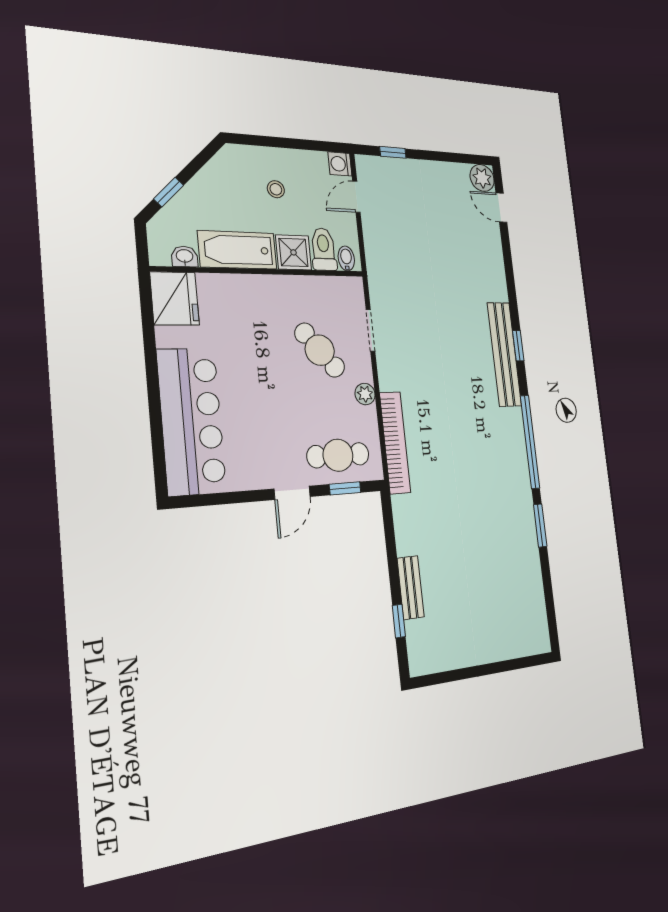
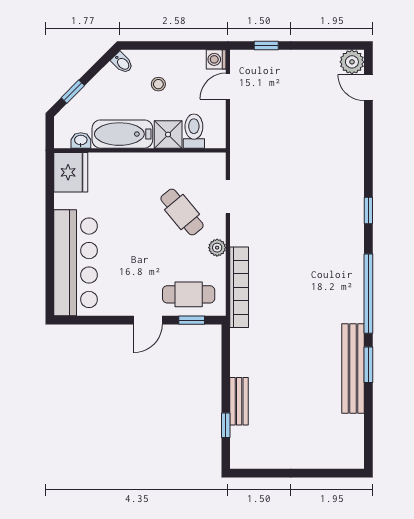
bidet: (346, 258) -> (122, 63), moved, turned 135
bench: (504, 354) -> (353, 368), moved

